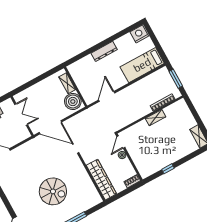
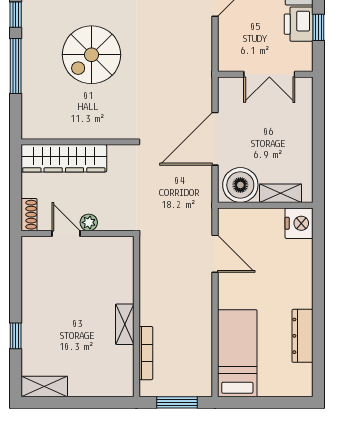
nightstand: (139, 34) -> (299, 223), moved
dresser: (104, 51) -> (302, 336), moved
door: (50, 127) -> (215, 139), moved
door: (121, 142) -> (66, 234), moved
window: (168, 169) -> (16, 336), moved

